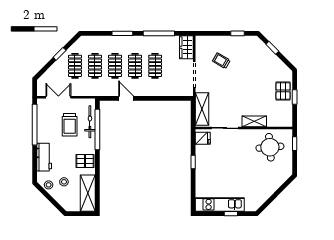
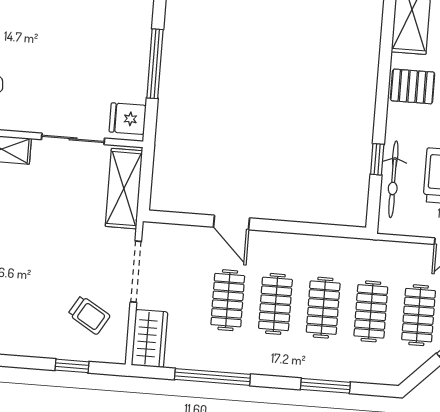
window: (122, 33) -> (325, 386), moved
window: (238, 33) -> (72, 366), moved
trolley: (221, 61) -> (89, 315), moved
door: (126, 98) -> (231, 222), moved
window: (97, 129) -> (377, 159), width x0.32
window: (193, 162) -> (155, 64), width x2.17

